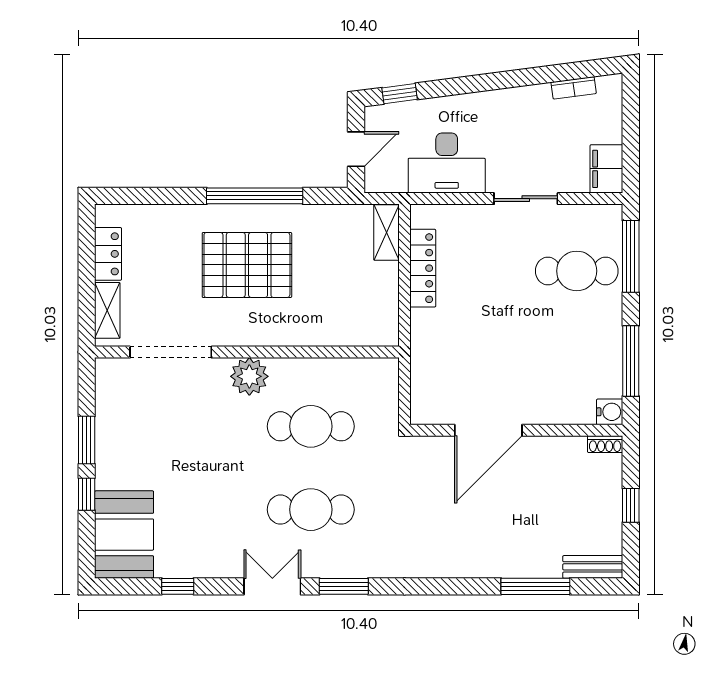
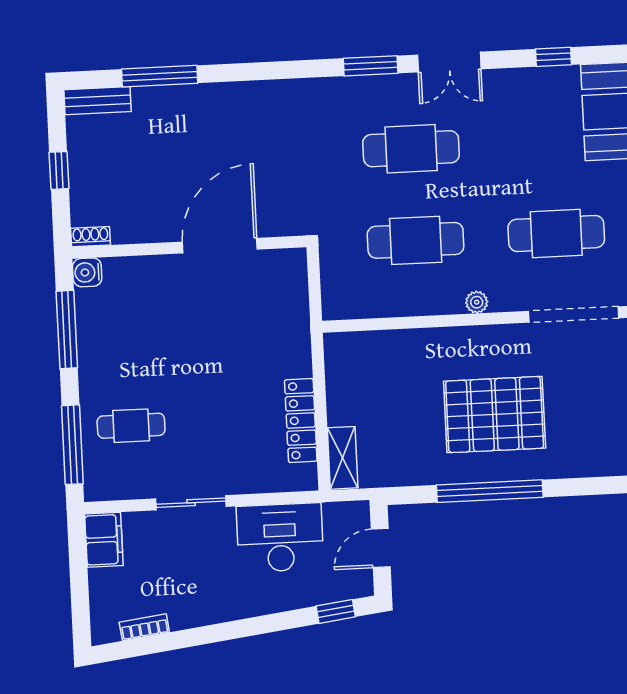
cafe table: (577, 271) -> (131, 426), width x0.73, depth x0.74
plant: (249, 376) -> (477, 302), width x0.53, depth x0.53
cafe table: (183, 426) -> (556, 233), added

